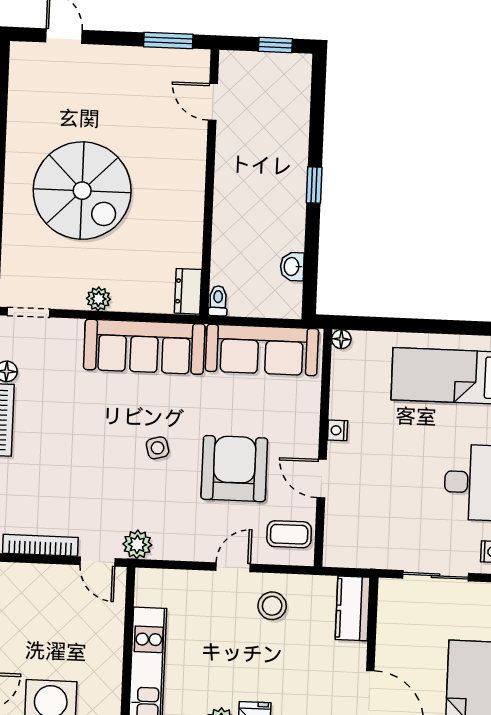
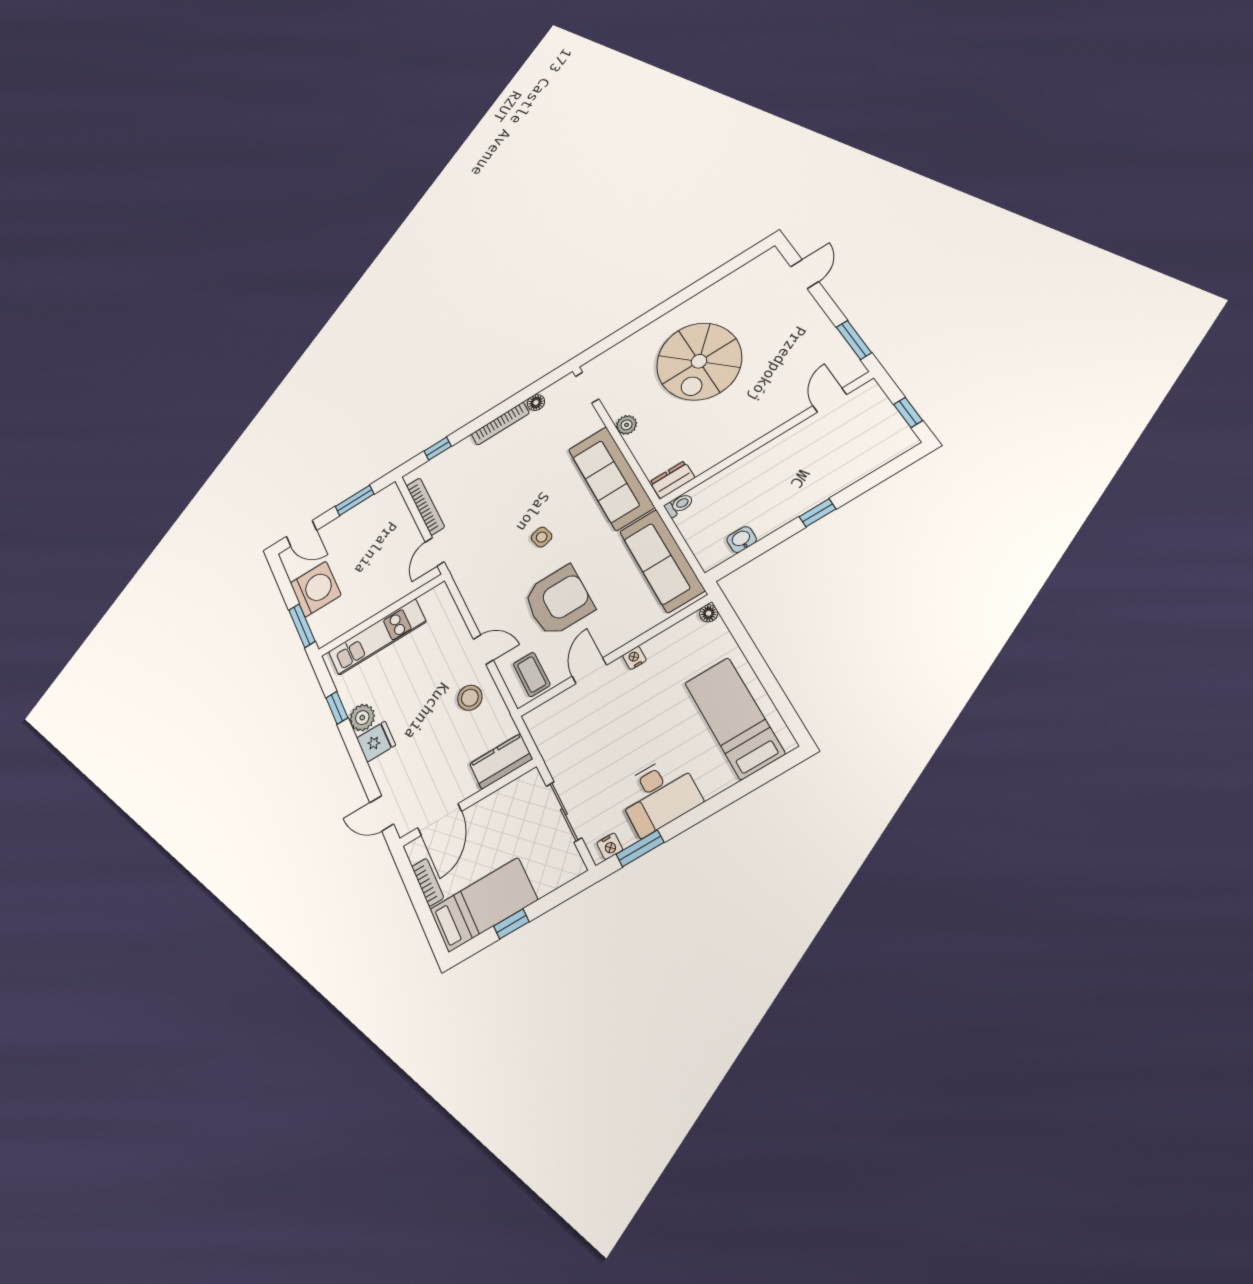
plant: (137, 544) -> (462, 571), removed

